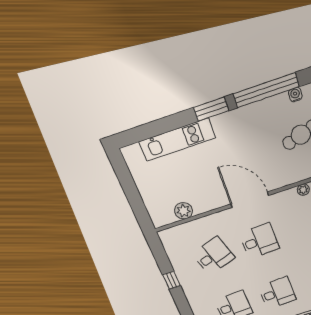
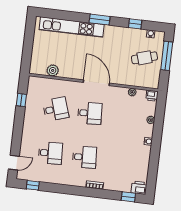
window: (266, 90) -> (135, 24), width x0.32
kitchen unit: (177, 140) -> (72, 27), width x1.36
window: (172, 280) -> (21, 100), moved

